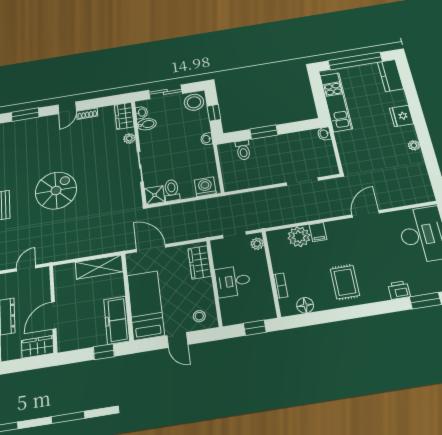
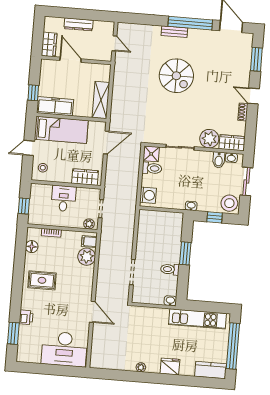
plant: (129, 138) -> (209, 139), width x1.88, depth x1.88
toilet: (243, 150) -> (170, 269), moved
filing cabinet: (318, 232) -> (89, 242), moved

